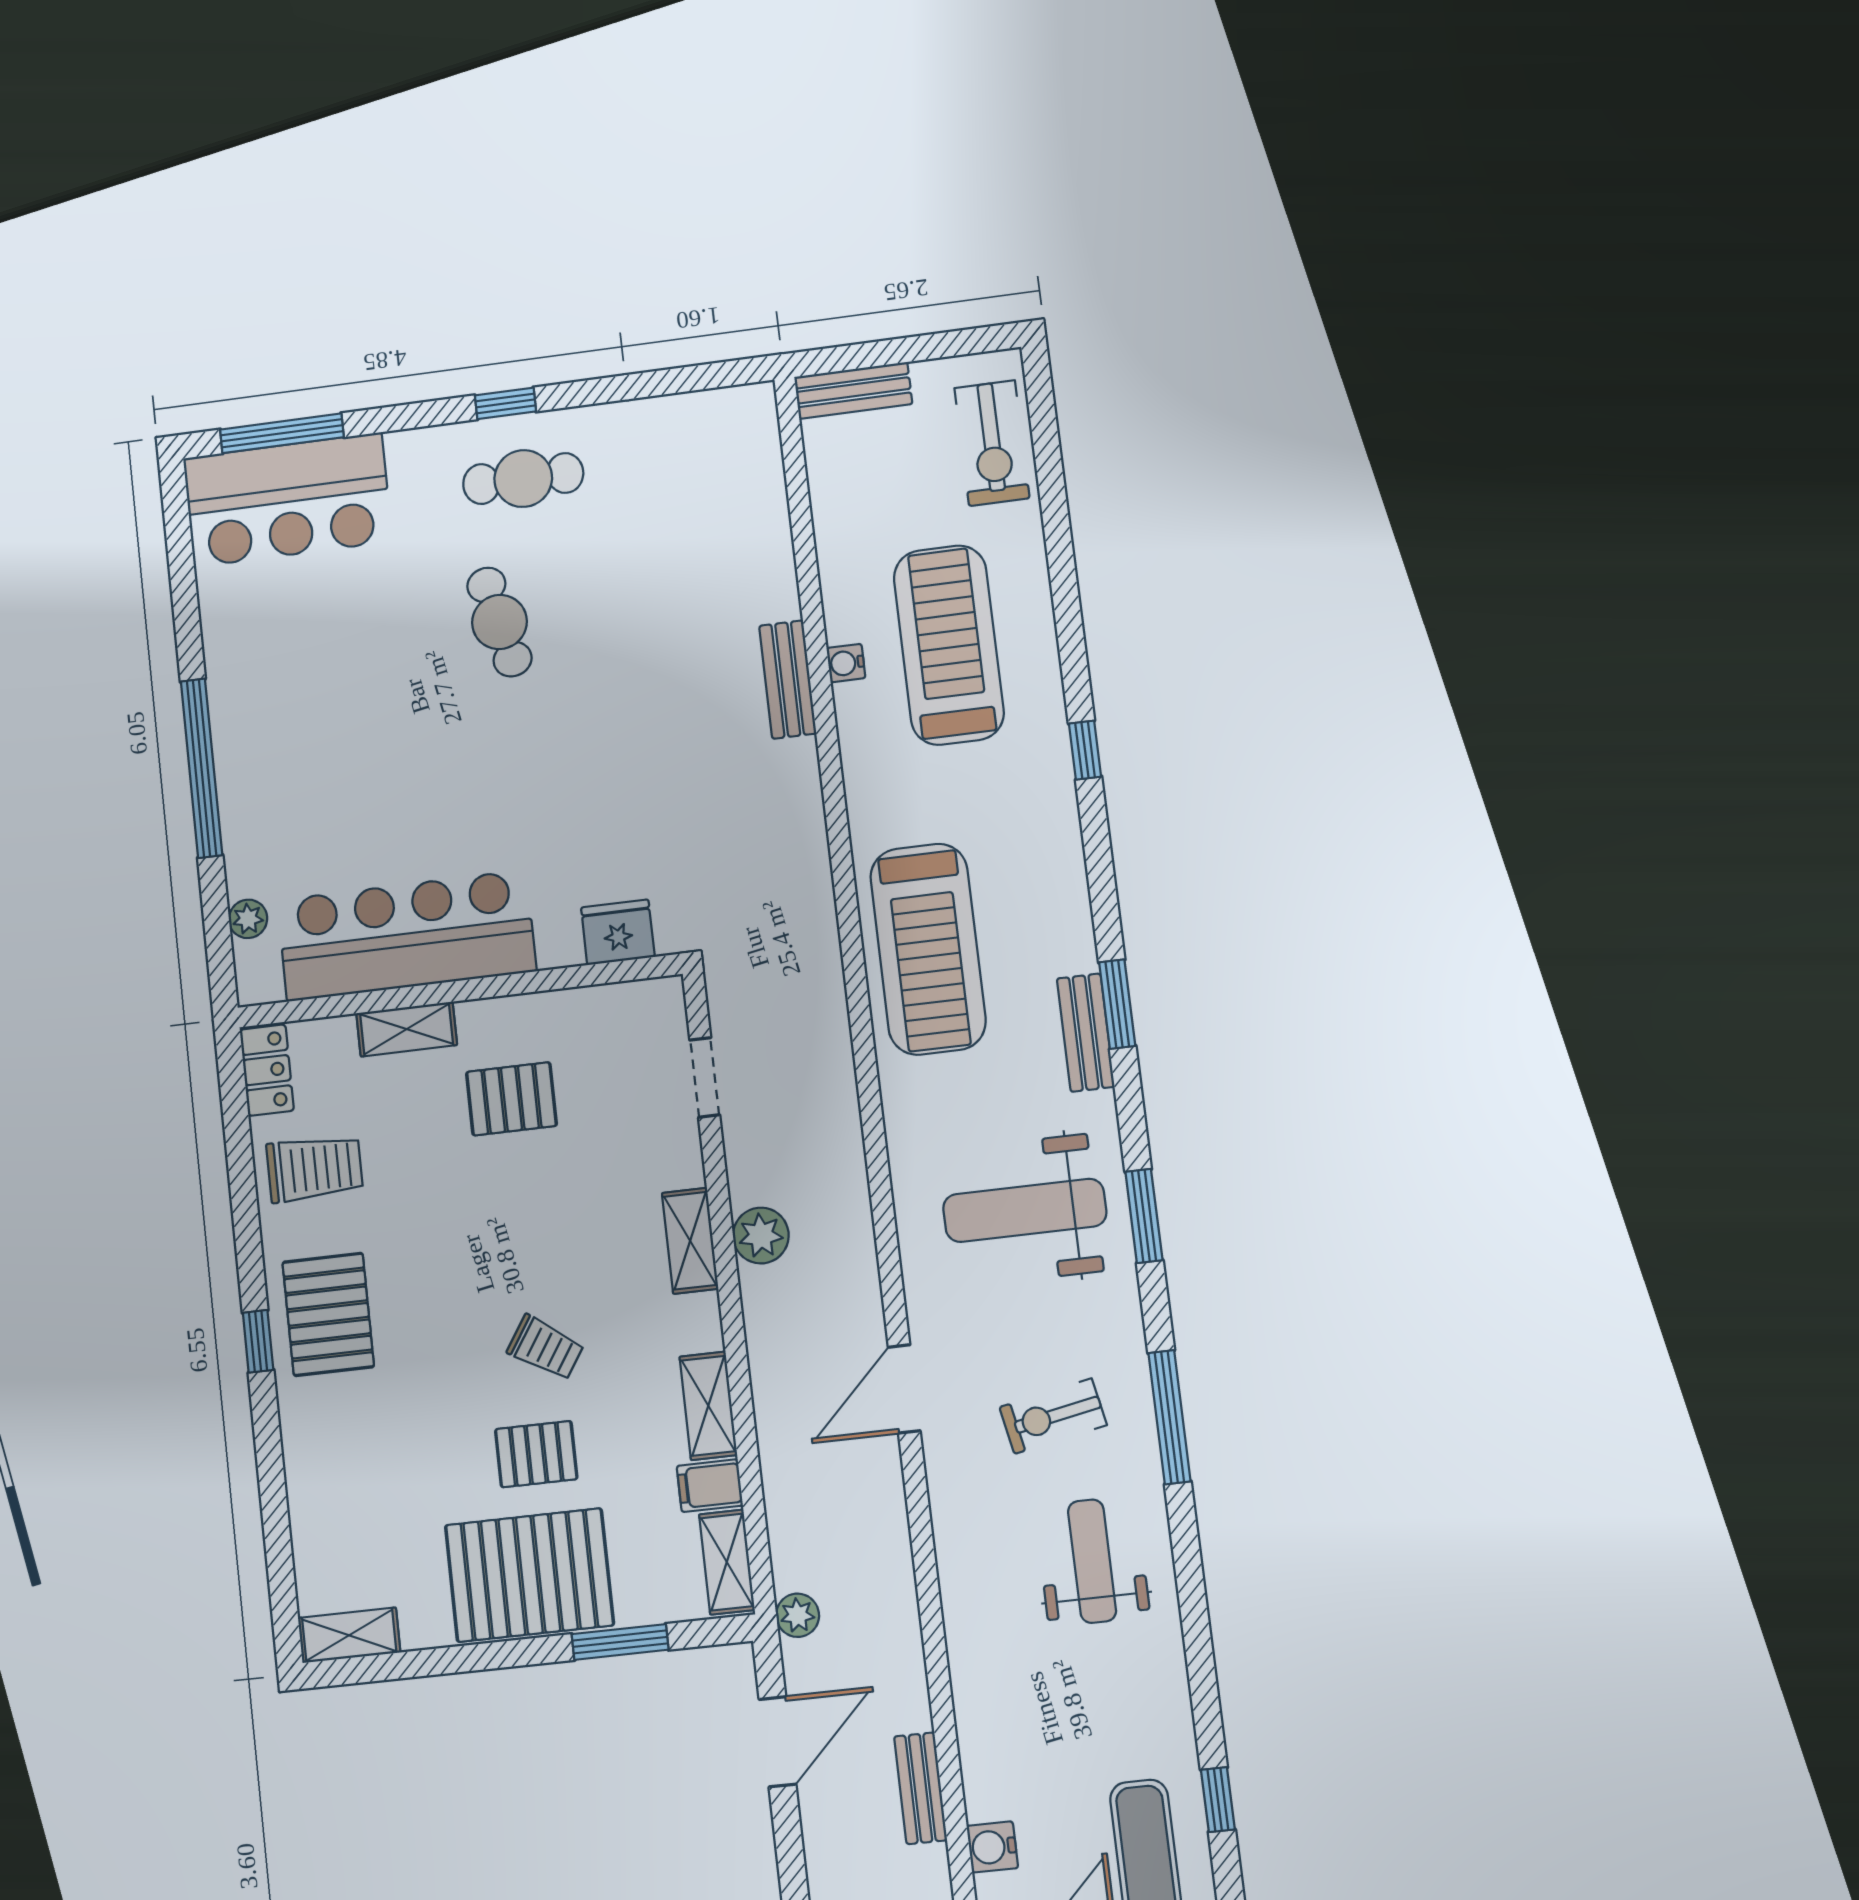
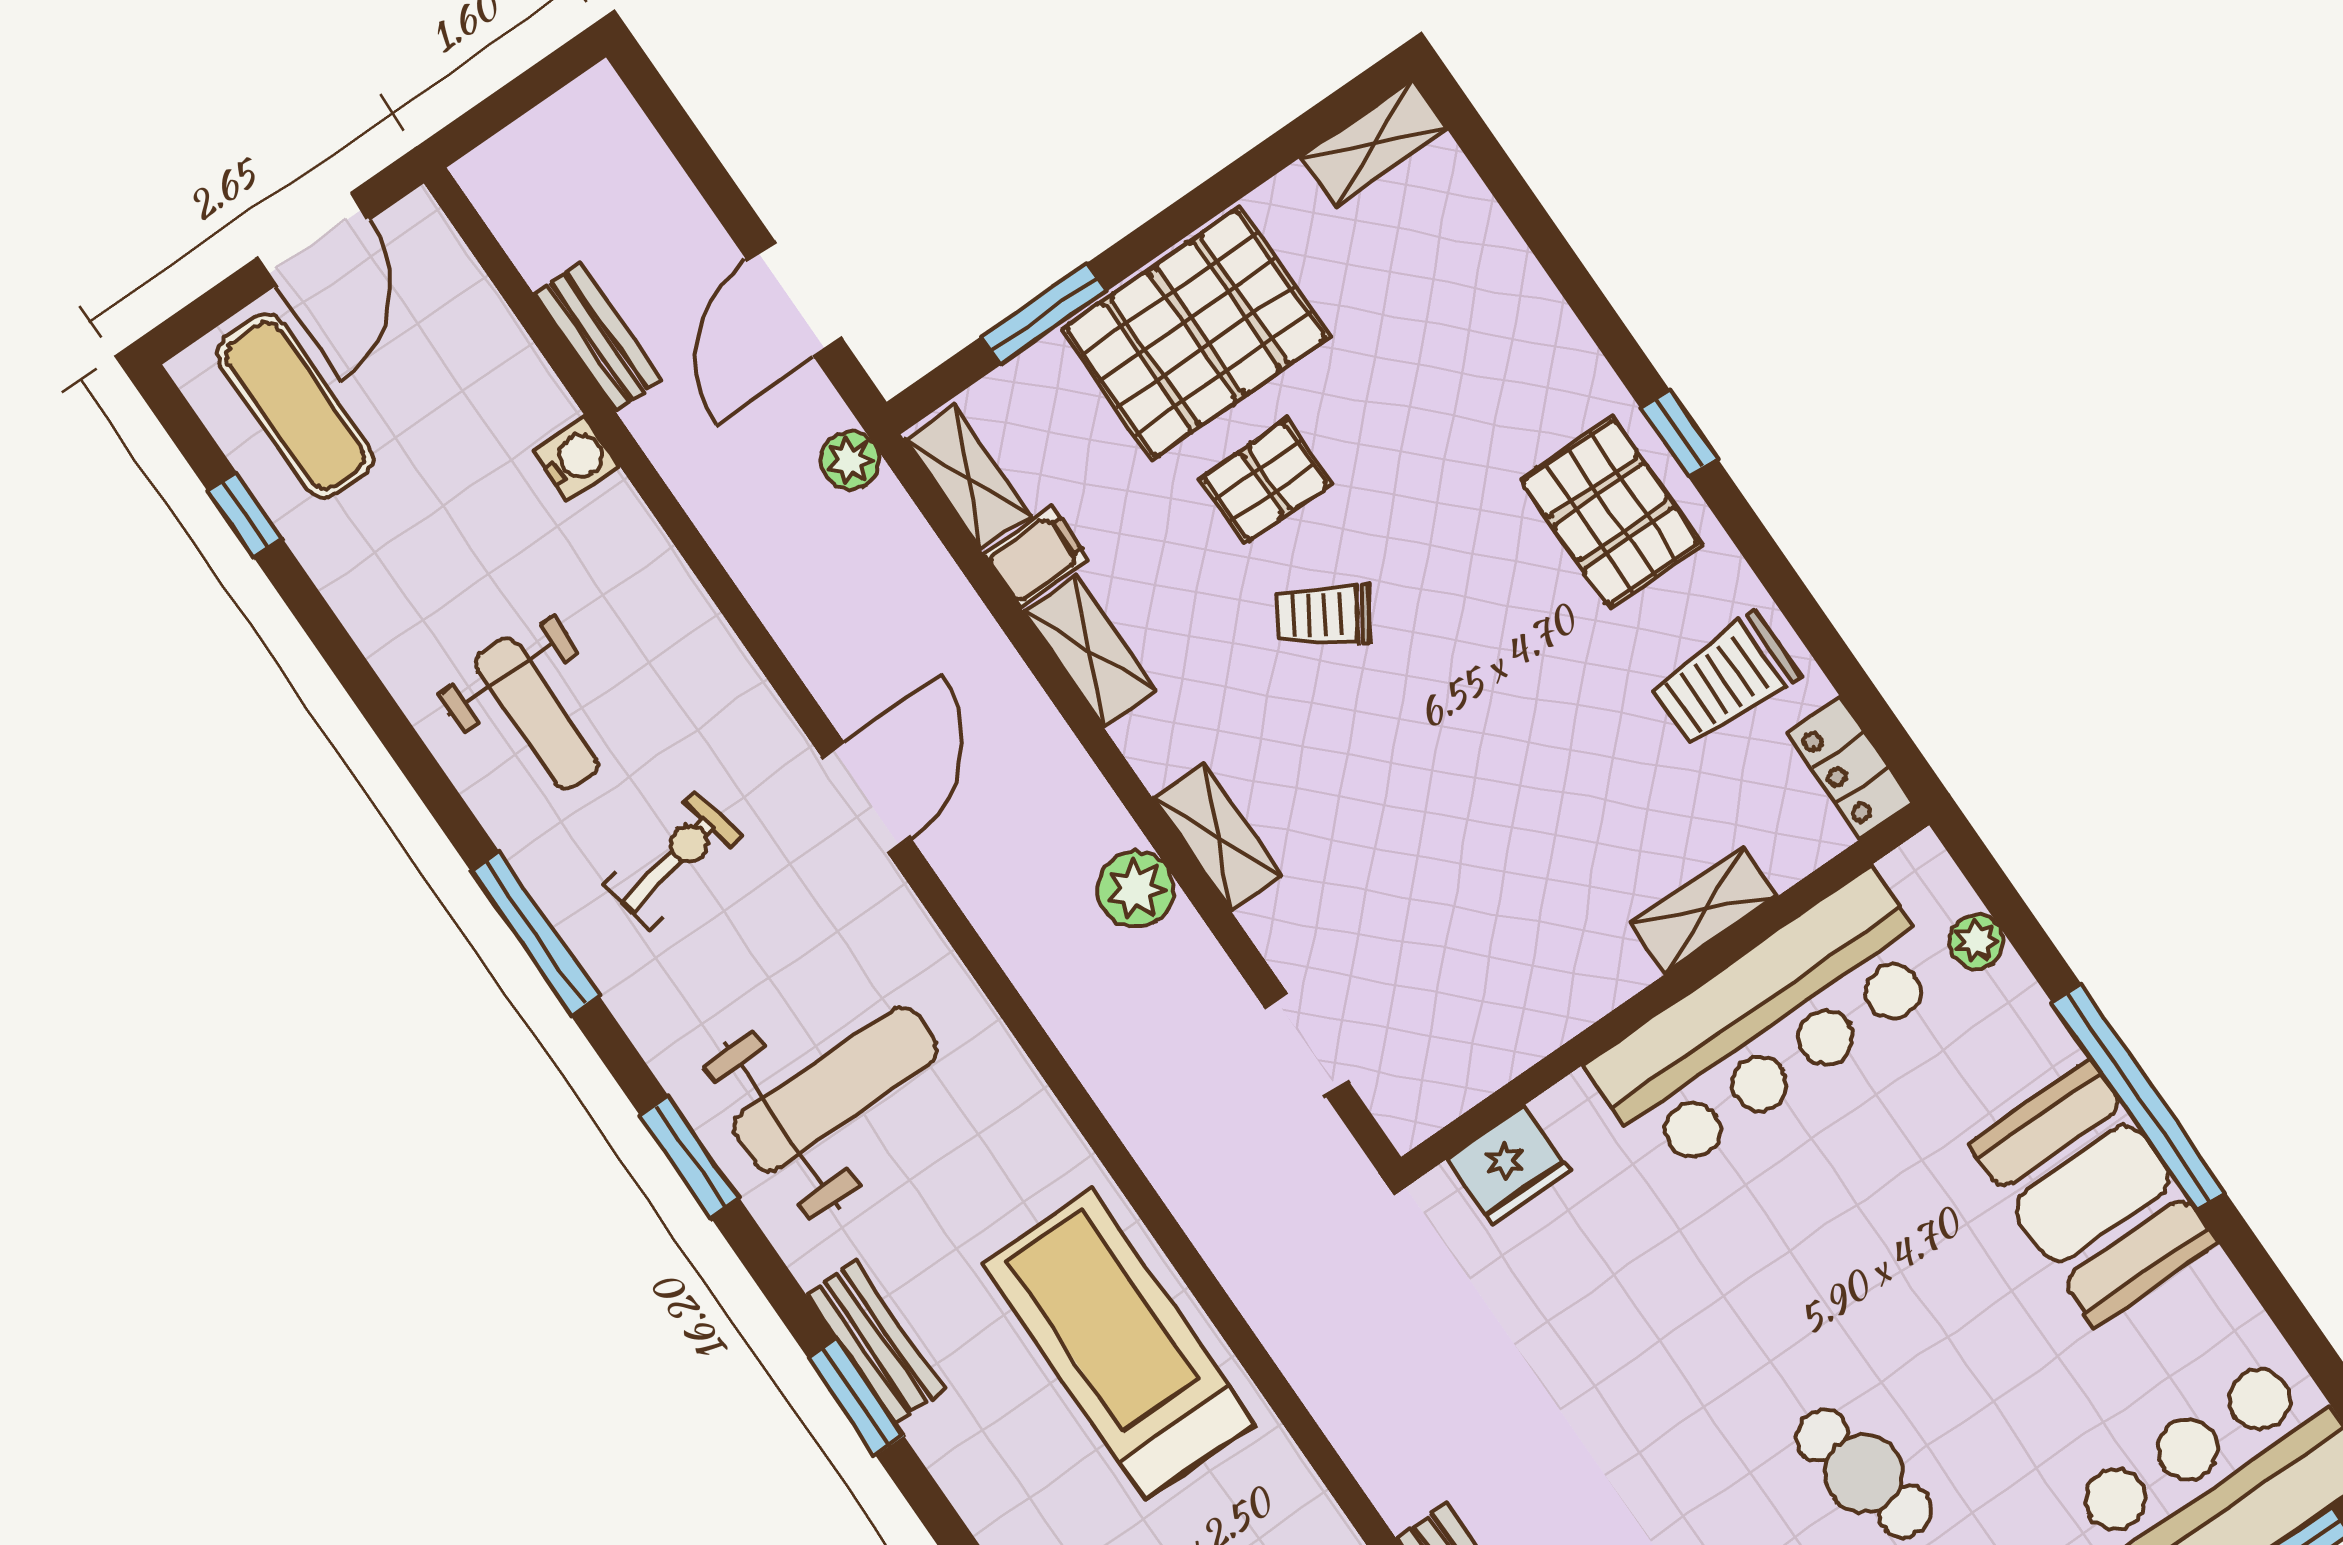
booth: (263, 723) -> (2092, 1193), added
pallet: (511, 1099) -> (1529, 893), removed
water cooler: (992, 1847) -> (577, 458), moved

